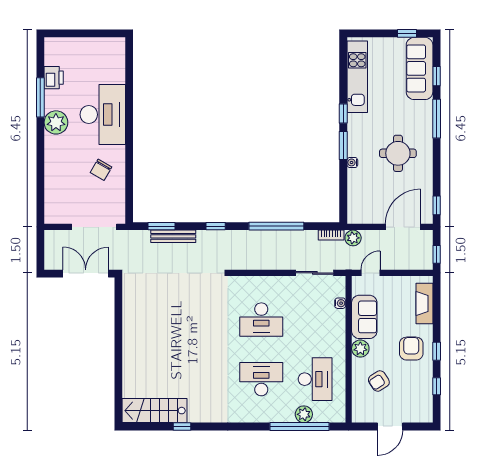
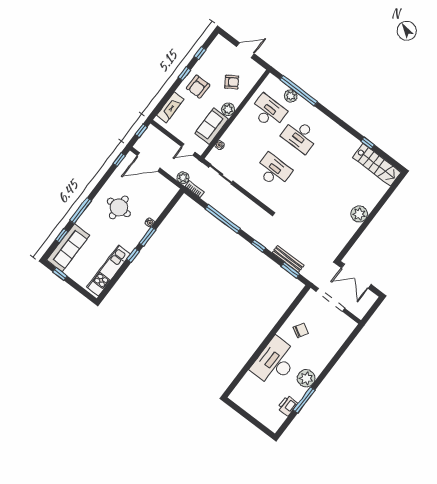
plant: (133, 343) -> (359, 214), added
desk: (315, 379) -> (268, 112), turned 90

